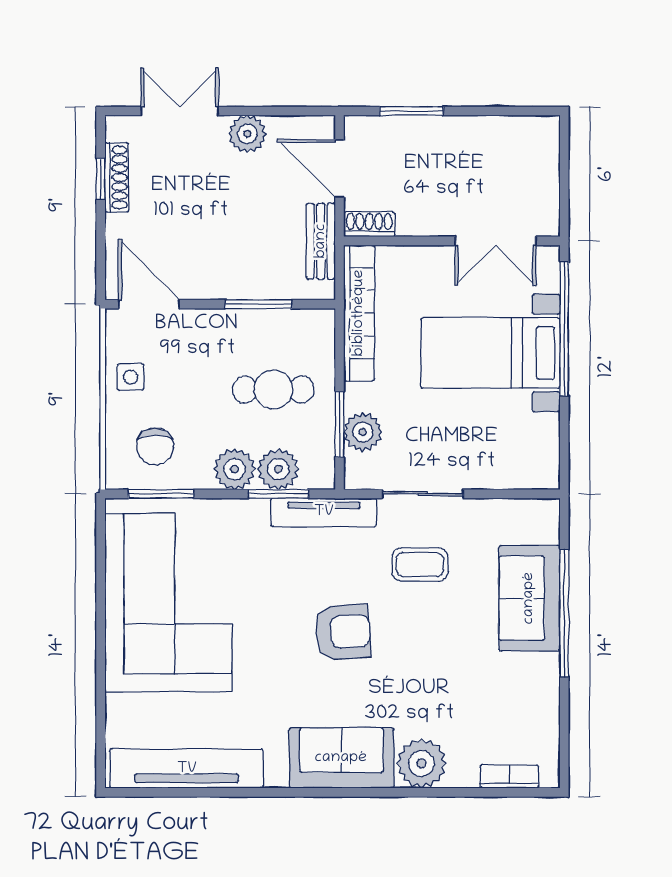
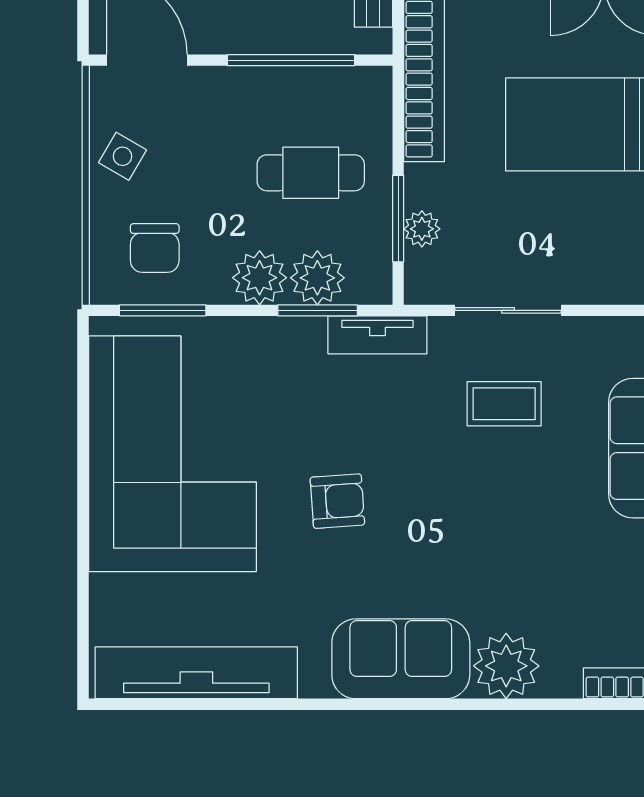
window: (258, 304) -> (291, 60), width x1.44
side table: (131, 377) -> (123, 156), turned 30
plant: (363, 432) -> (422, 229), width x0.73, depth x0.73
tv unit: (324, 512) -> (377, 335), width x0.71
armchair: (343, 632) -> (337, 501), moved, width x0.72, depth x0.72

